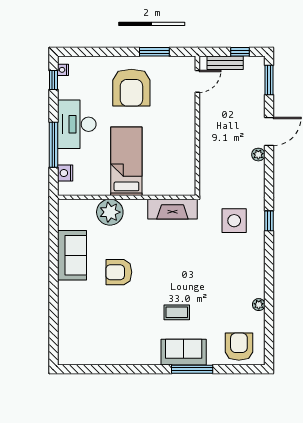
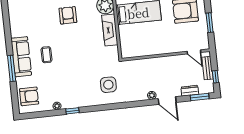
dresser: (257, 94) -> (190, 91), added
fireplace: (172, 209) -> (110, 30), moved
window: (269, 221) -> (72, 111), moved
sofa: (184, 352) -> (21, 57), width x1.36

